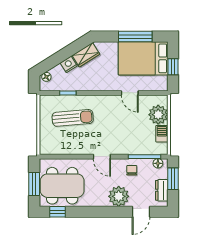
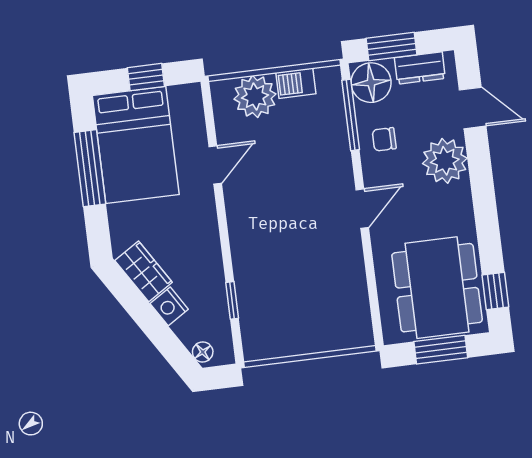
sun lounger: (73, 118) -> (286, 283), removed
floor lamp: (158, 163) -> (371, 83), width x1.89, depth x1.89

